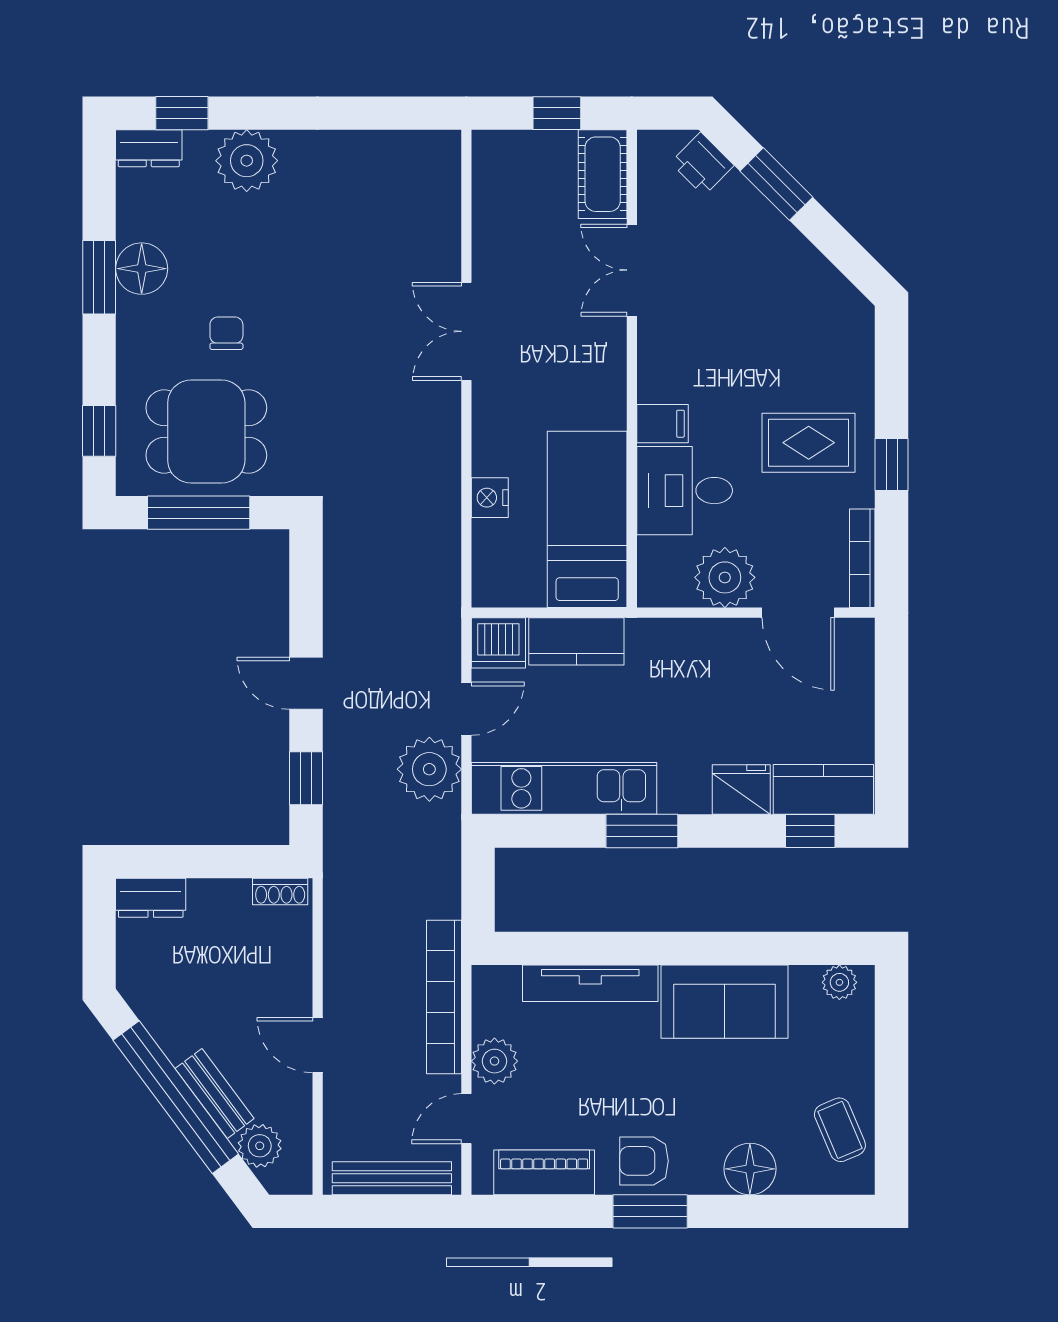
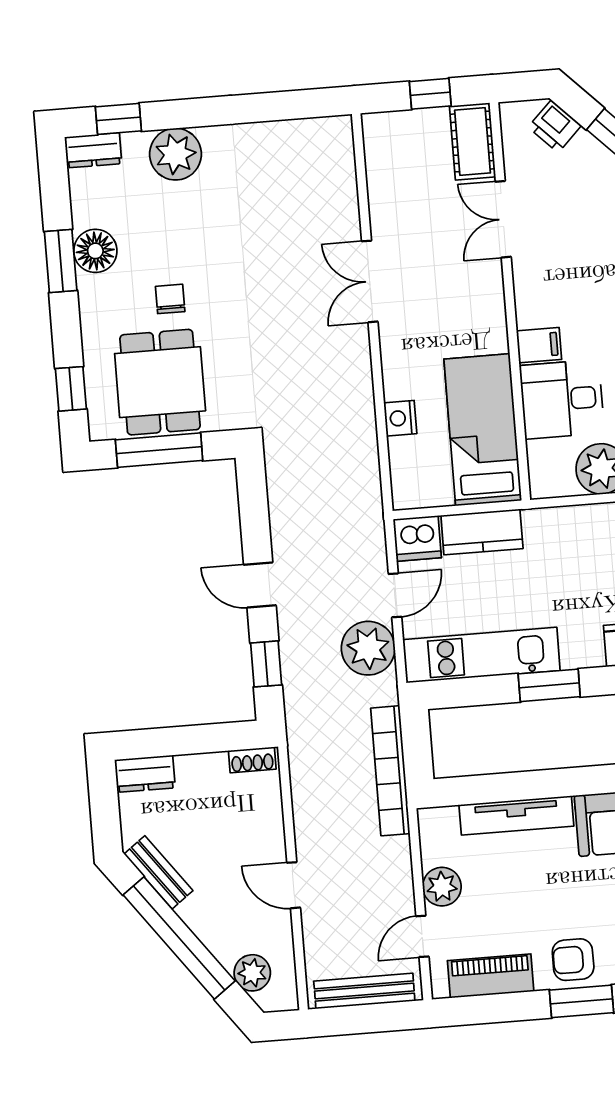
dining table: (206, 432) -> (160, 382), turned 90
bookcase: (444, 997) -> (390, 771), moved
bench: (215, 1094) -> (158, 872), moved

